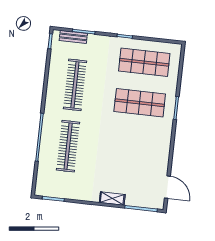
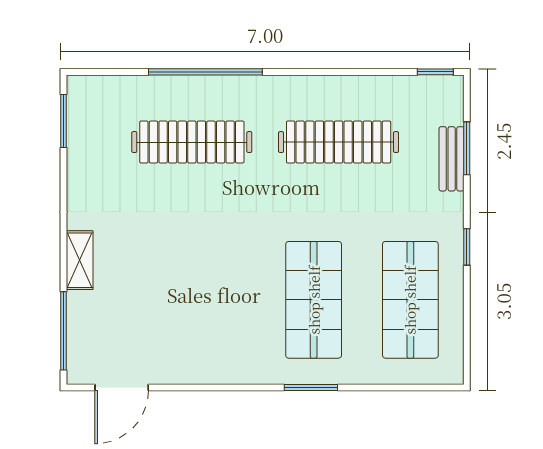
bench: (73, 37) -> (452, 159), moved

